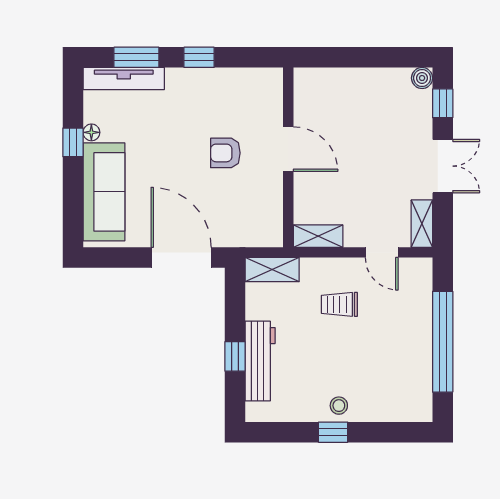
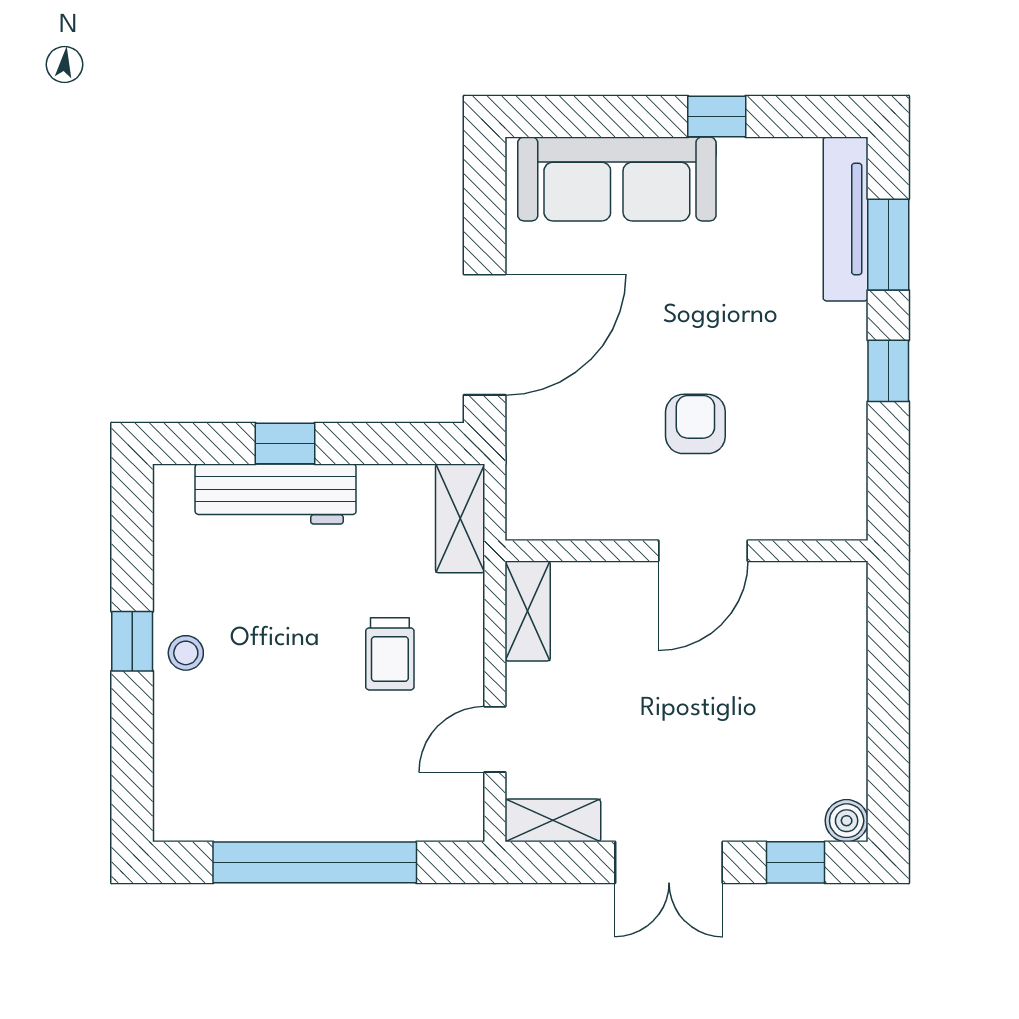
floor lamp: (91, 132) -> (737, 154), removed
trolley: (339, 304) -> (390, 654), turned 180

